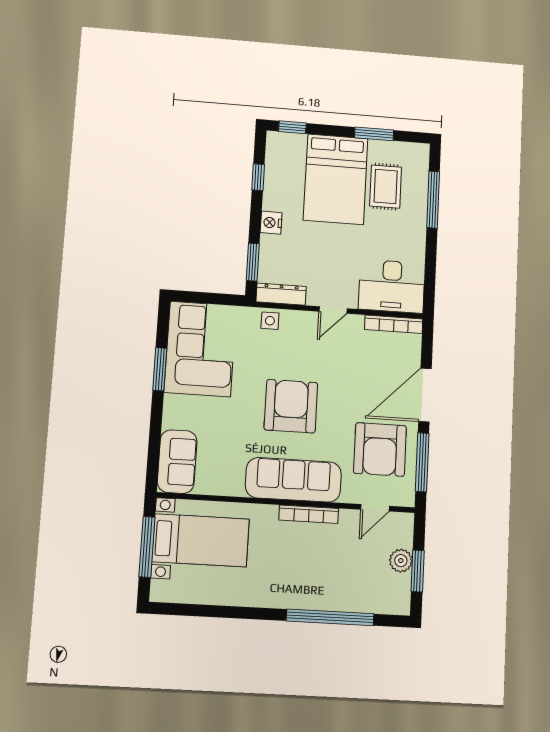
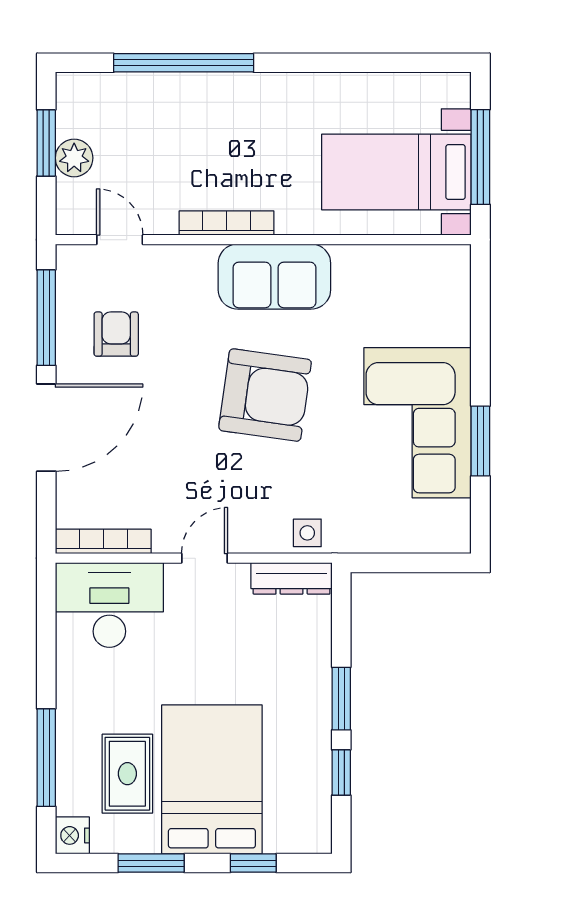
window: (292, 127) -> (253, 863), moved
nightstand: (271, 223) -> (72, 835), moved, turned 180
window: (253, 262) -> (341, 699), moved
corner sofa: (200, 349) -> (418, 423), moved
armchair: (291, 406) -> (265, 395), turned -82
armchair: (380, 449) -> (116, 334), width x0.53, depth x0.53
sofa: (177, 462) -> (442, 294), removed
sofa: (293, 480) -> (274, 277), width x0.73
door: (375, 508) -> (120, 240), hinge flipped

